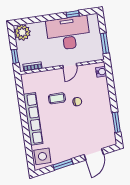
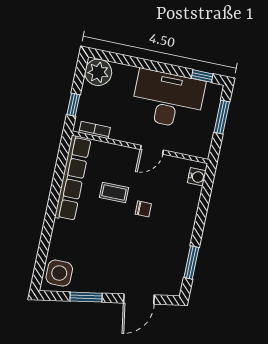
window: (73, 14) -> (202, 76), moved
window: (105, 43) -> (222, 117), moved
row of seats: (33, 119) -> (73, 178), moved

